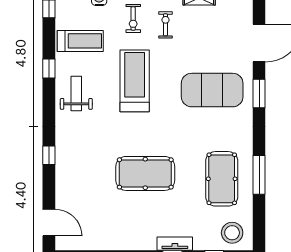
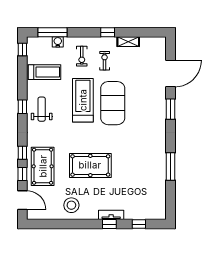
window: (49, 69) -> (22, 107), moved
exercise mat: (212, 90) -> (113, 103), moved, turned 90
pool table: (222, 179) -> (43, 166), moved
window: (49, 185) -> (22, 174), added
stool: (232, 233) -> (71, 205), moved

